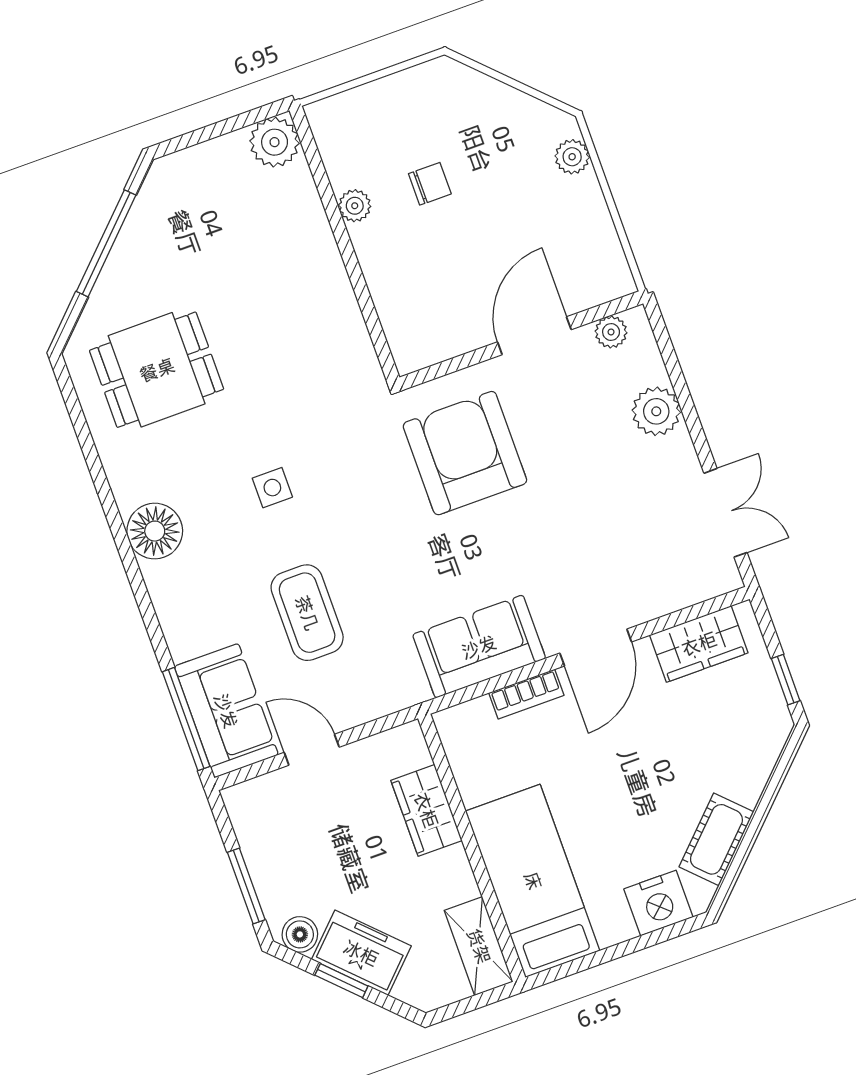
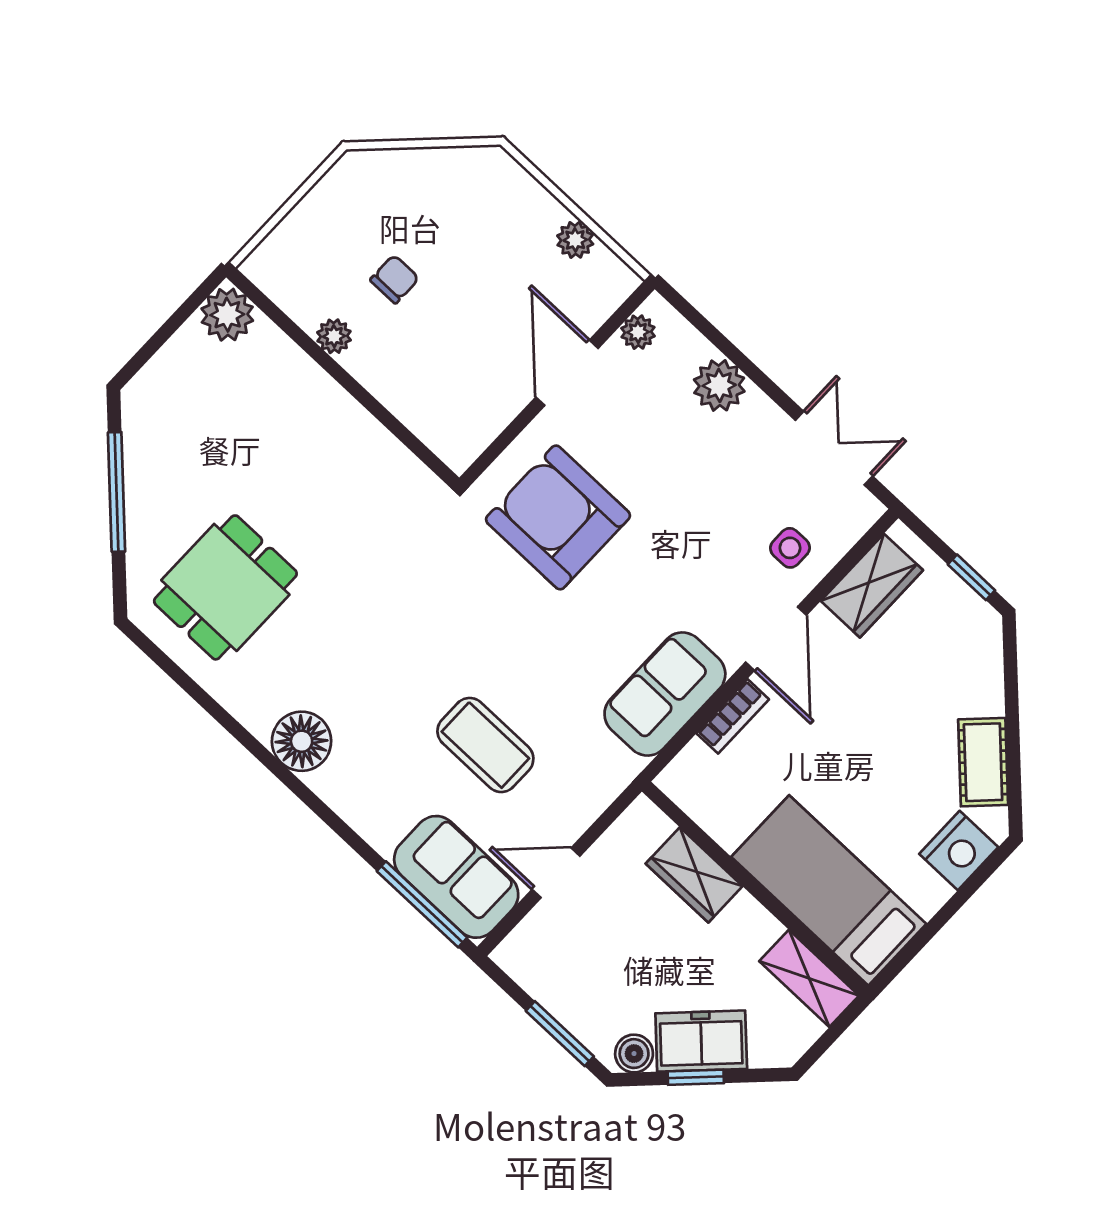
plant: (572, 157) -> (575, 240), moved
side table: (272, 488) -> (790, 548), moved

